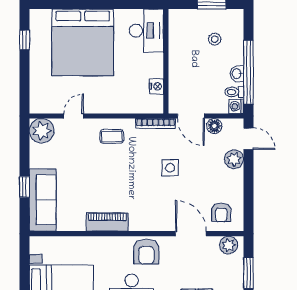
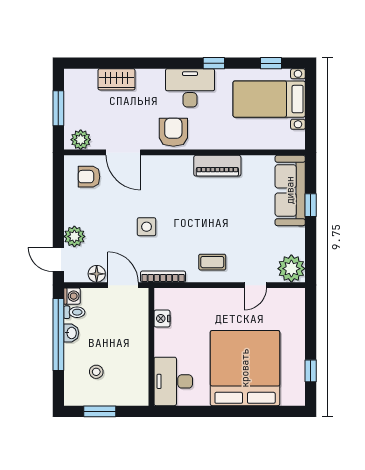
armchair: (221, 212) -> (89, 177), turned -90

